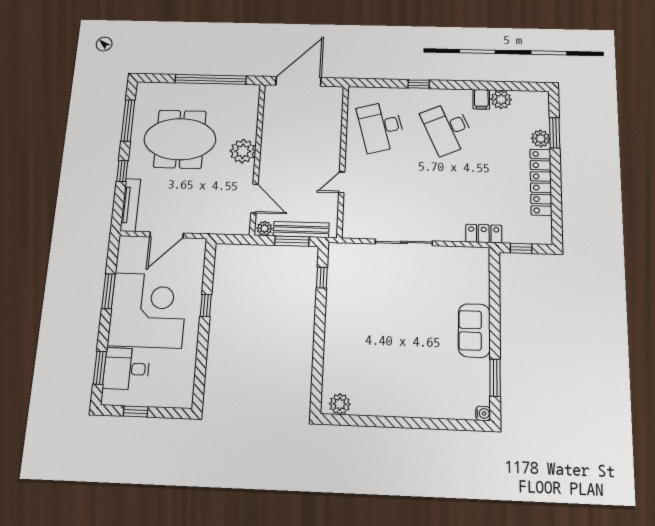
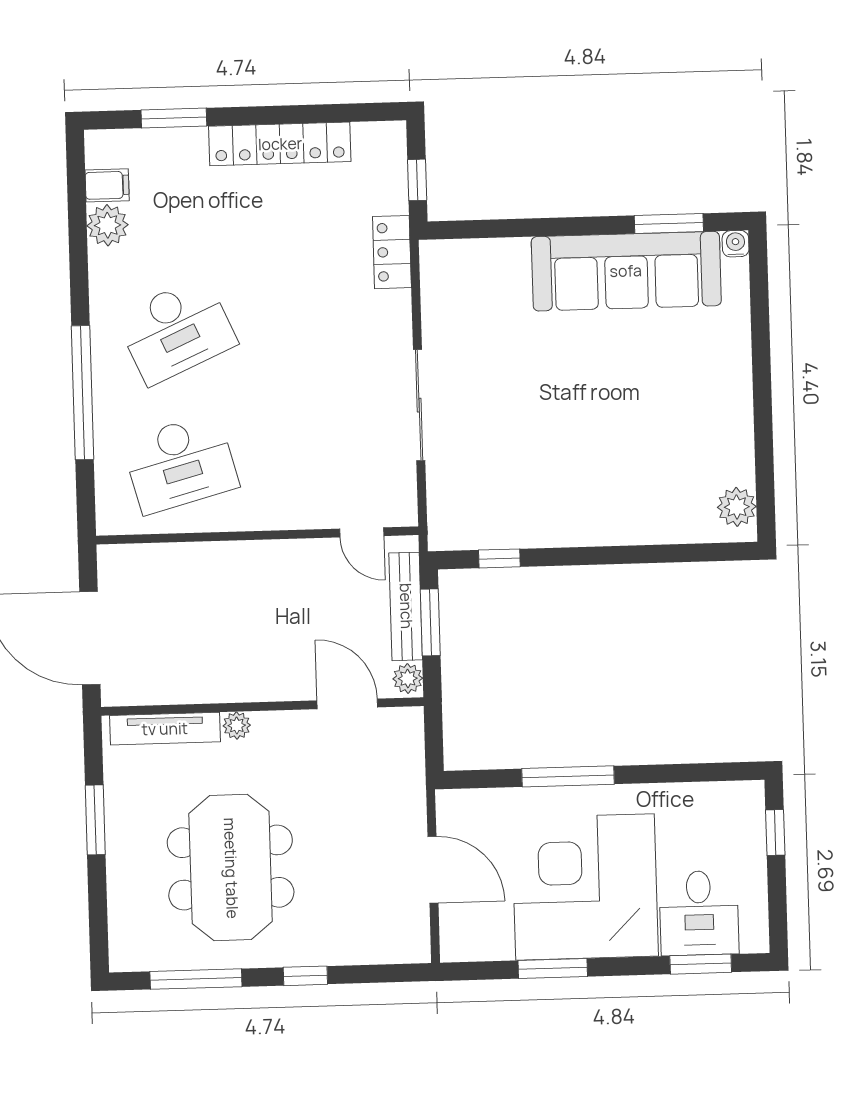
window: (211, 79) -> (95, 820), width x0.47
window: (419, 84) -> (83, 393), width x3.17
filing cabinet: (481, 99) -> (107, 185), moved
plant: (541, 138) -> (188, 145), removed
plant: (243, 151) -> (237, 725), width x0.53, depth x0.53
door: (342, 182) -> (362, 532), moved
door: (255, 198) -> (347, 704), hinge flipped
tv unit: (130, 205) -> (165, 729), moved, turned 180
window: (206, 305) -> (568, 776), width x2.17
sofa: (474, 330) -> (626, 271), width x1.85, depth x1.27
window: (136, 411) -> (775, 832), moved

